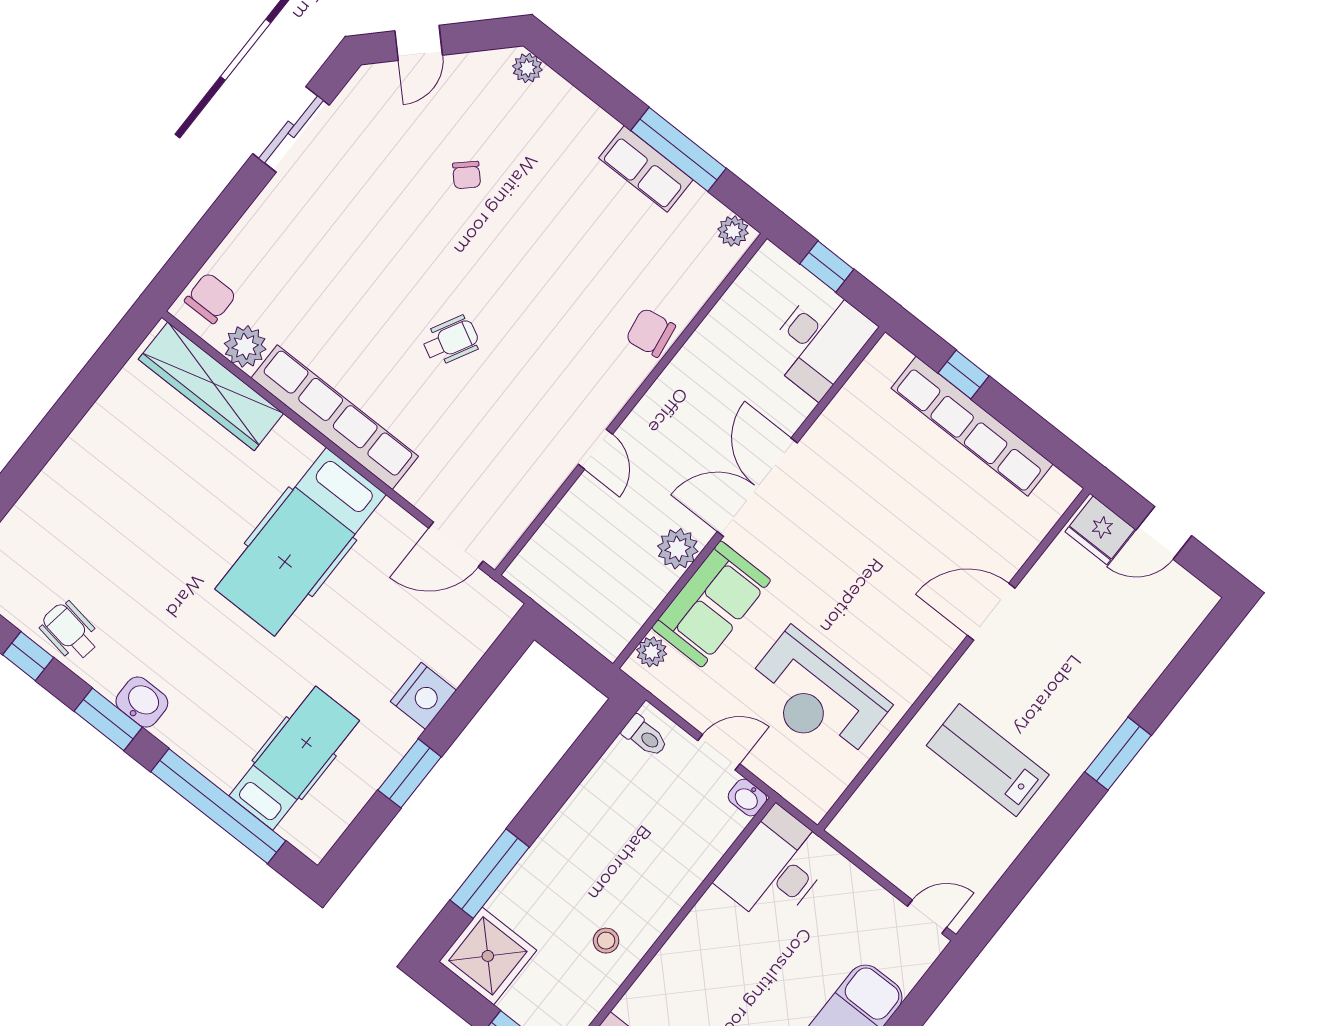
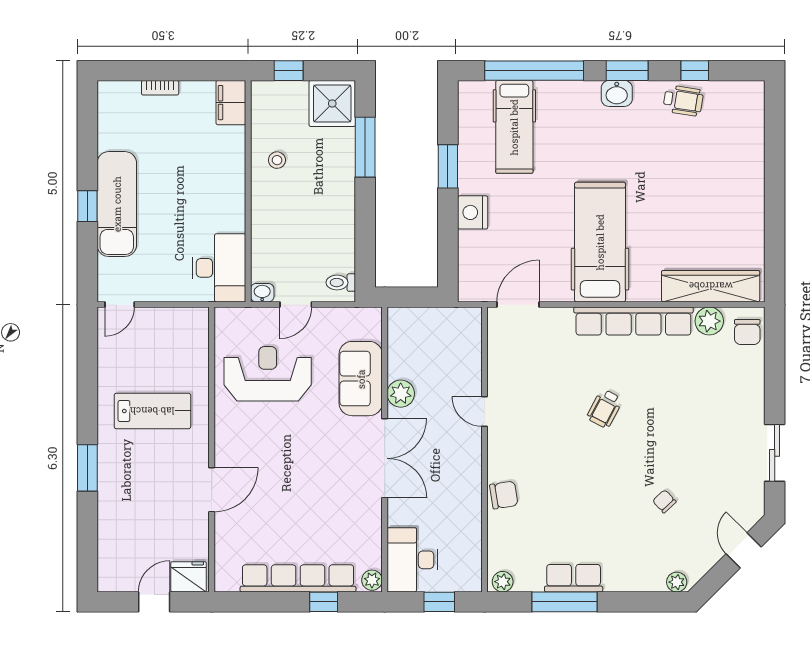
plant: (652, 652) -> (372, 580), moved

